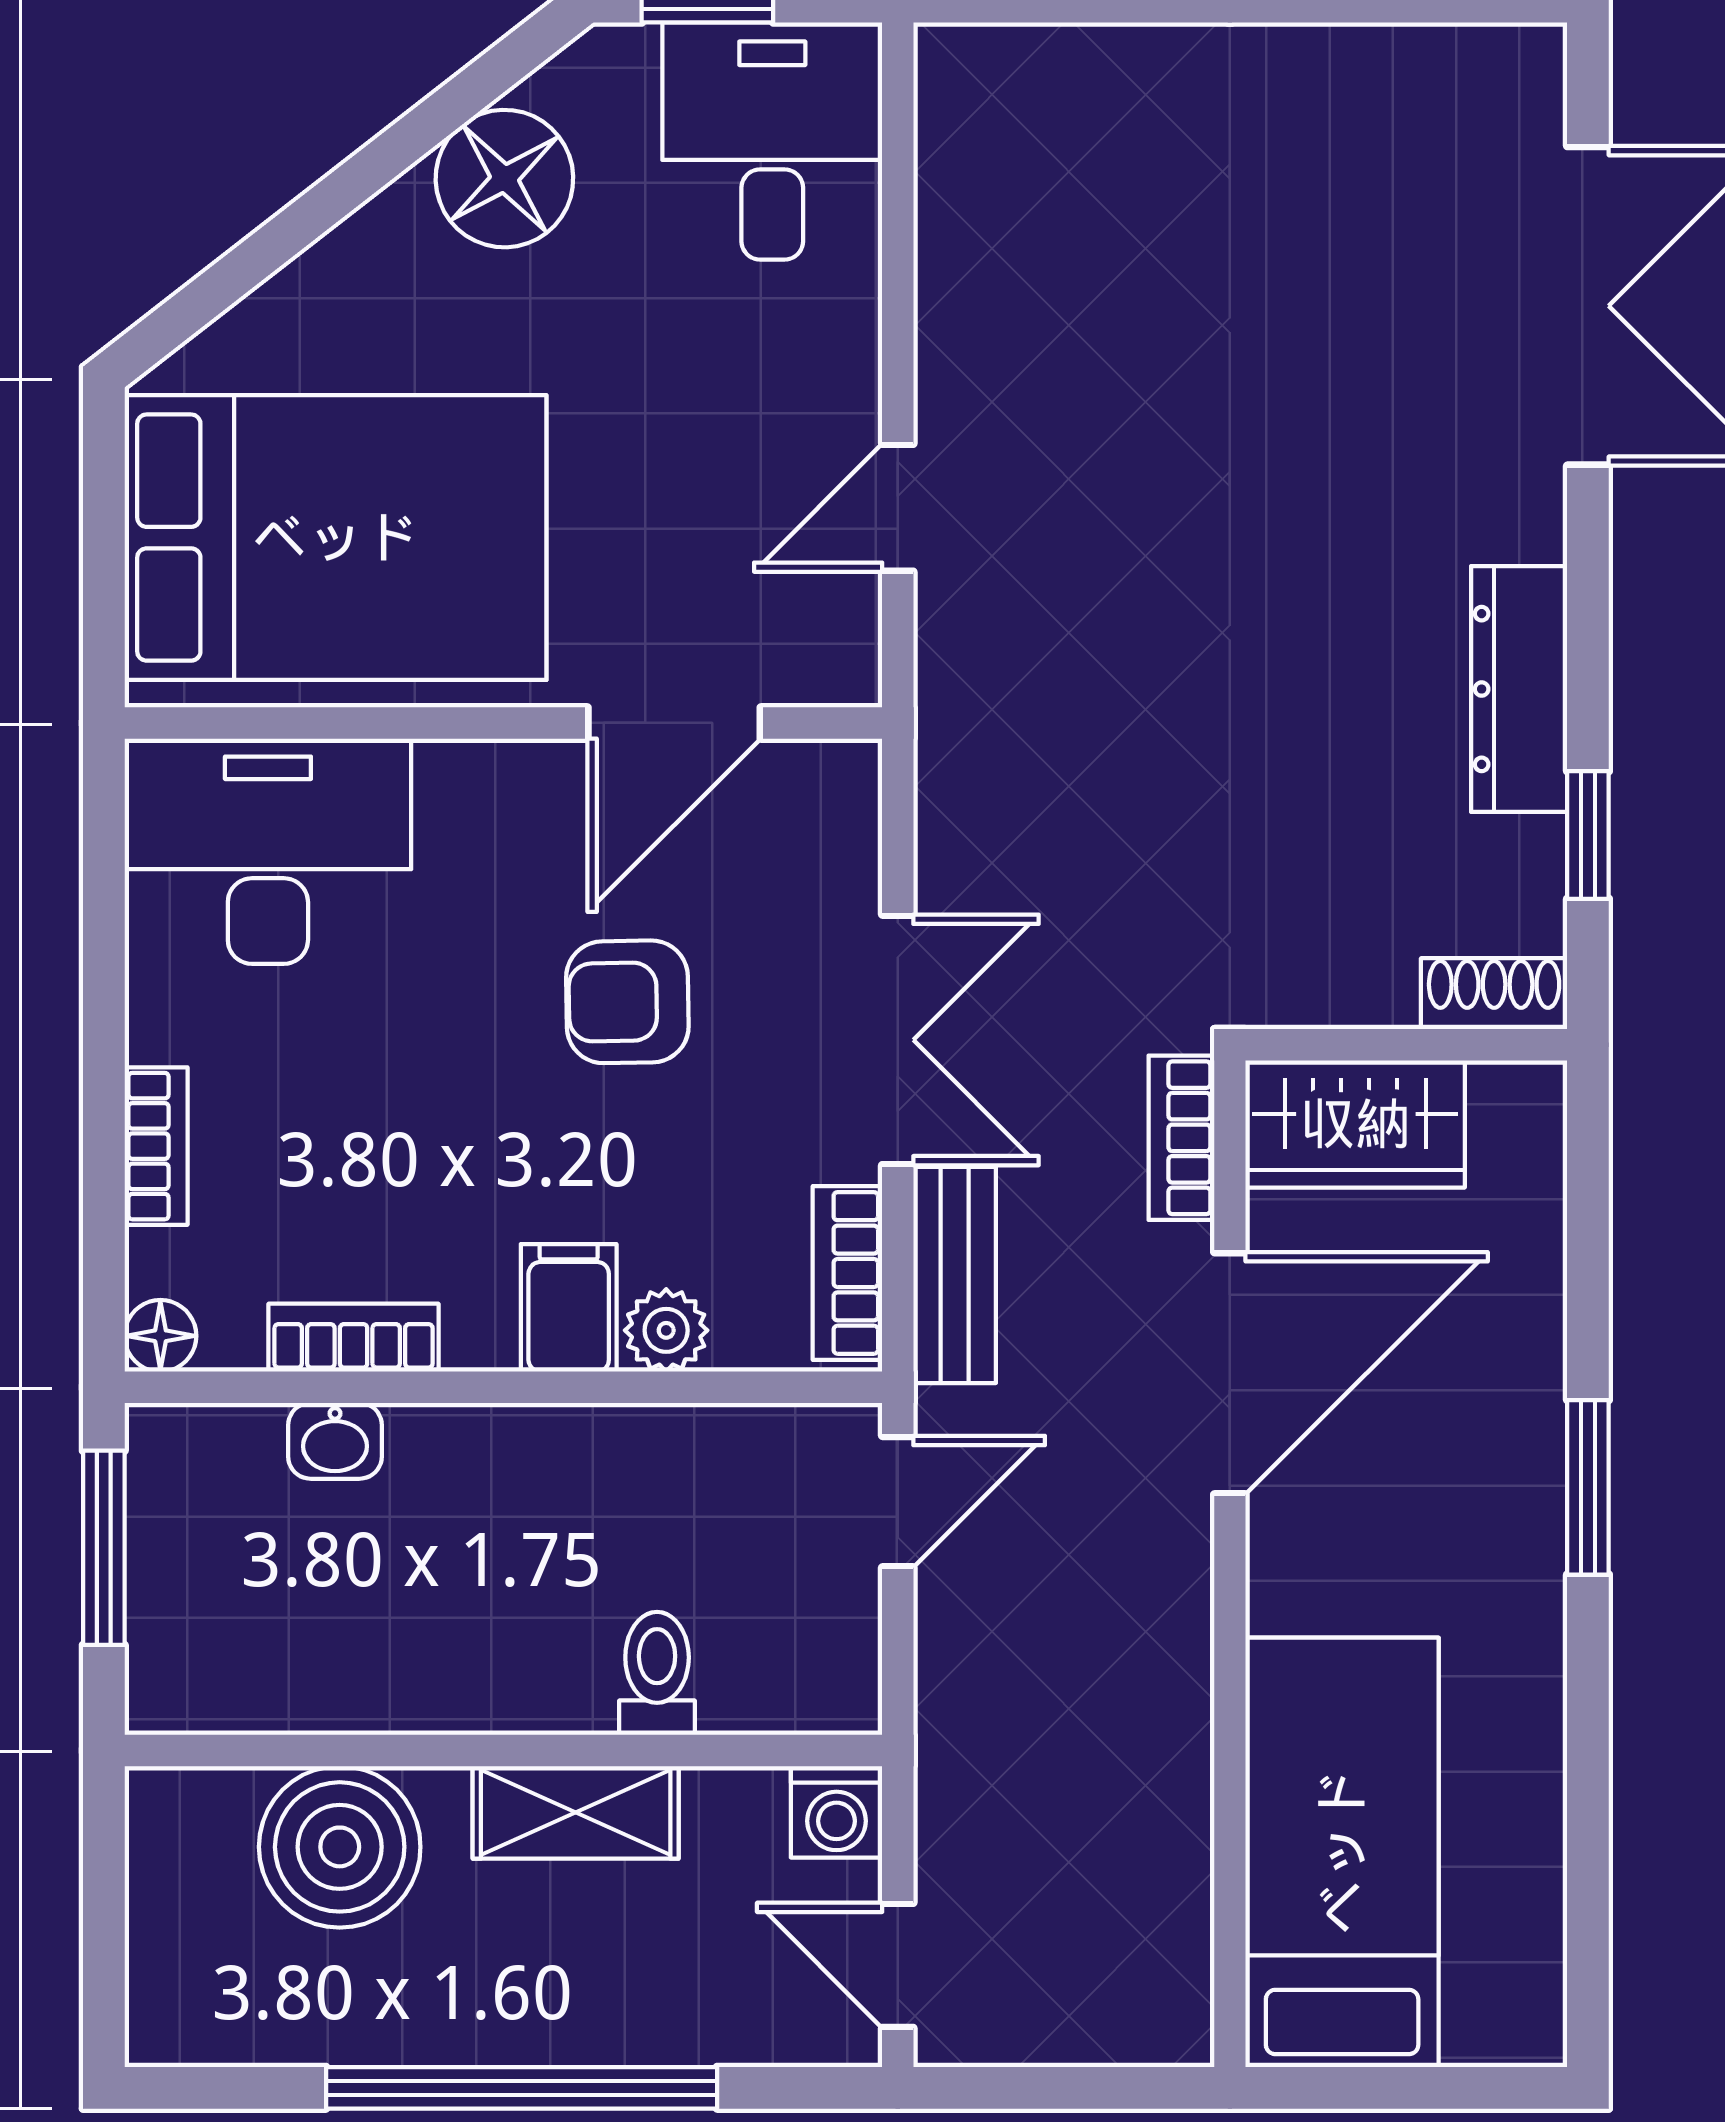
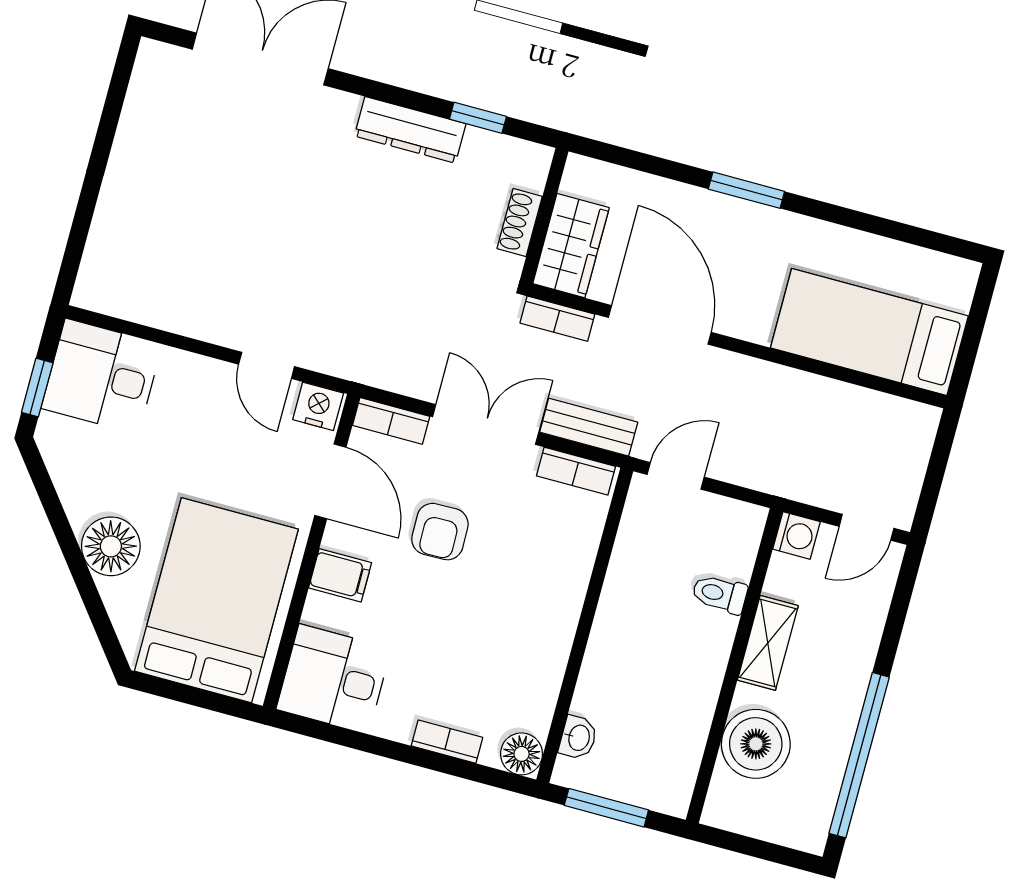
floor lamp: (504, 179) -> (111, 546), moved
nightstand: (836, 649) -> (318, 406), added
desk: (268, 851) -> (334, 679), width x0.73
shoe rack: (1494, 994) -> (520, 223), moved
filing cabinet: (569, 1308) -> (340, 575), moved, turned 180
plant: (666, 1330) -> (579, 552), removed
floor lamp: (160, 1336) -> (522, 754), width x1.37, depth x1.37
bookcase: (354, 1338) -> (391, 421), moved, turned -90
washbasin: (335, 1441) -> (578, 738), moved
door: (898, 1502) -> (676, 476), hinge flipped
window: (522, 2088) -> (859, 755), moved

